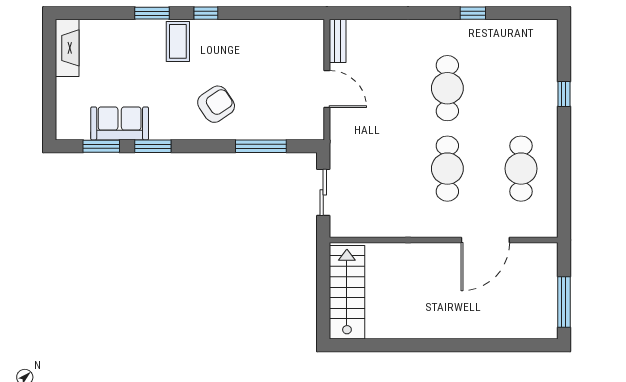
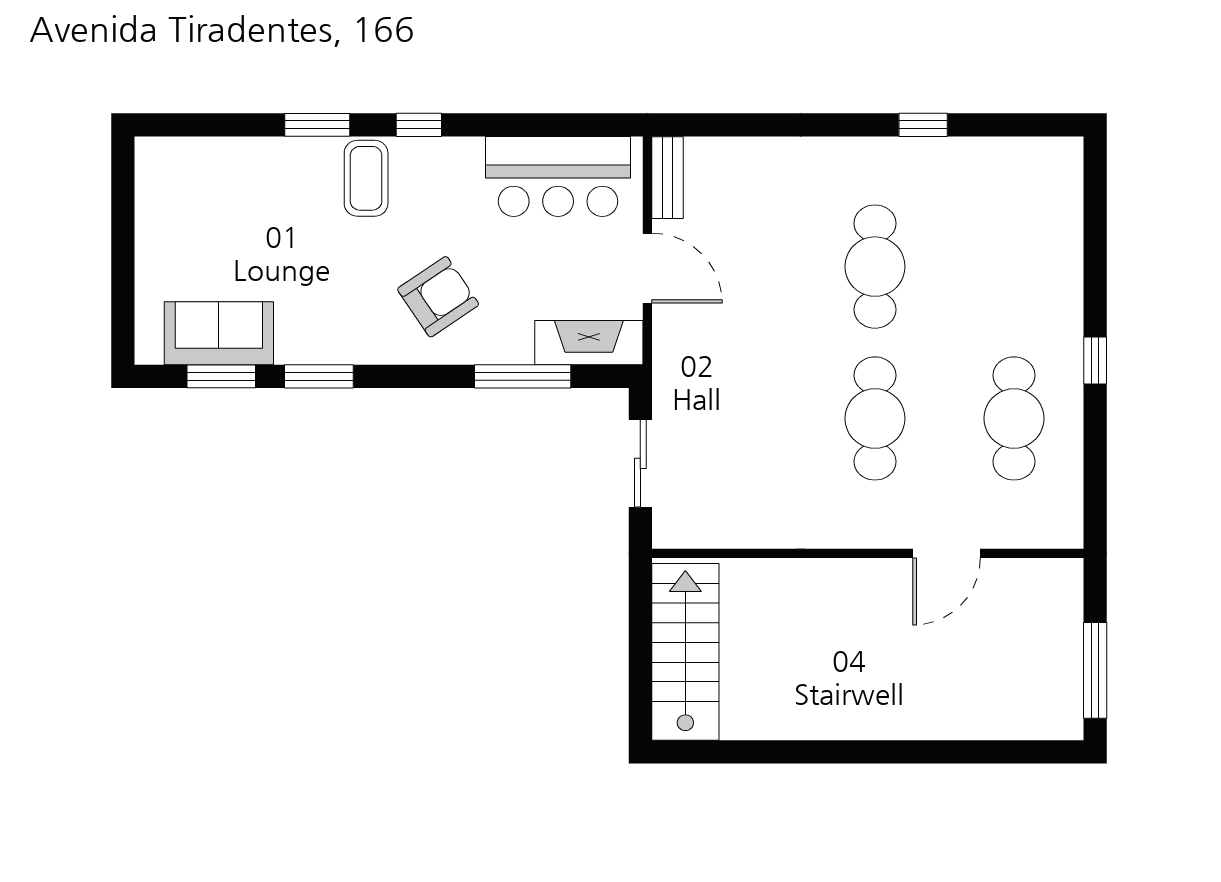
bar counter: (280, 40) -> (558, 176), added
fireplace: (67, 48) -> (589, 343), moved, turned -90
window: (564, 94) -> (1095, 360), moved
sofa: (120, 123) -> (219, 333), moved
door: (485, 240) -> (947, 553), width x0.73

